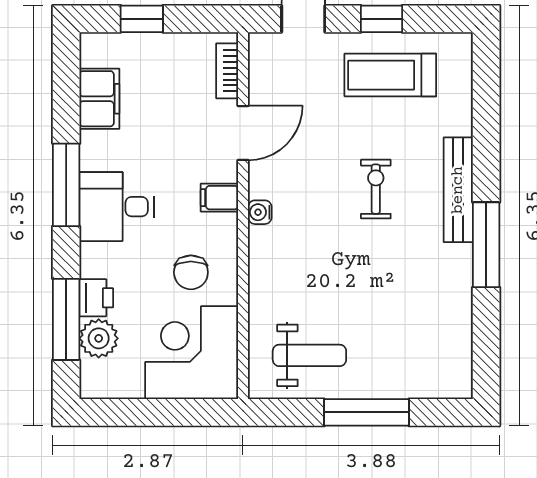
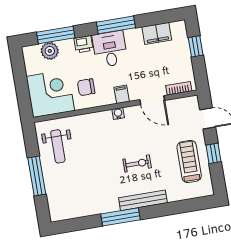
printer: (96, 298) -> (84, 44), moved

